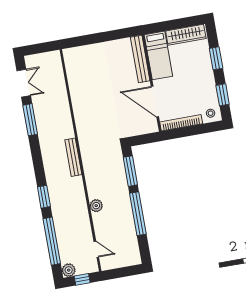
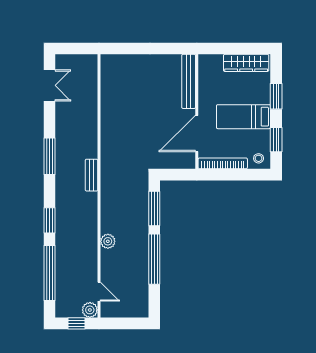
bed: (158, 55) -> (244, 117), moved, turned 90
door: (155, 102) -> (197, 133), hinge flipped
window: (30, 120) -> (49, 156), moved
bench: (73, 157) -> (91, 175), width x0.73
plant: (69, 270) -> (90, 310), moved

